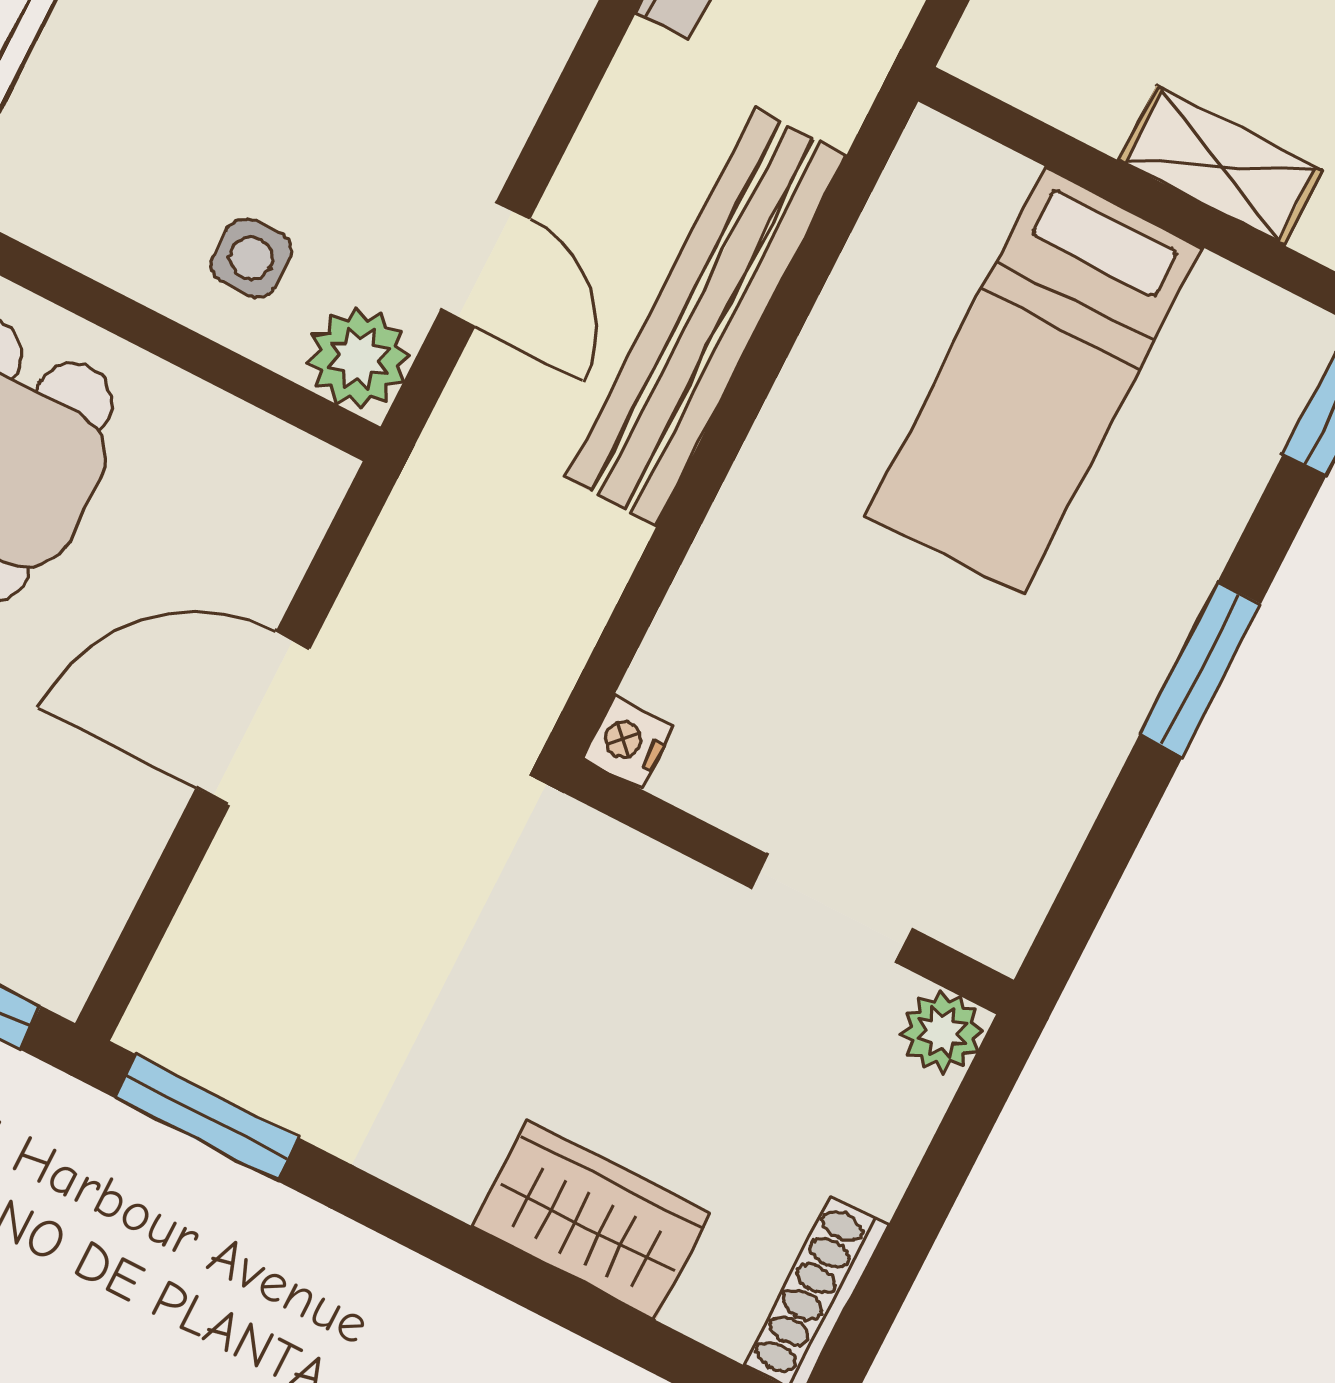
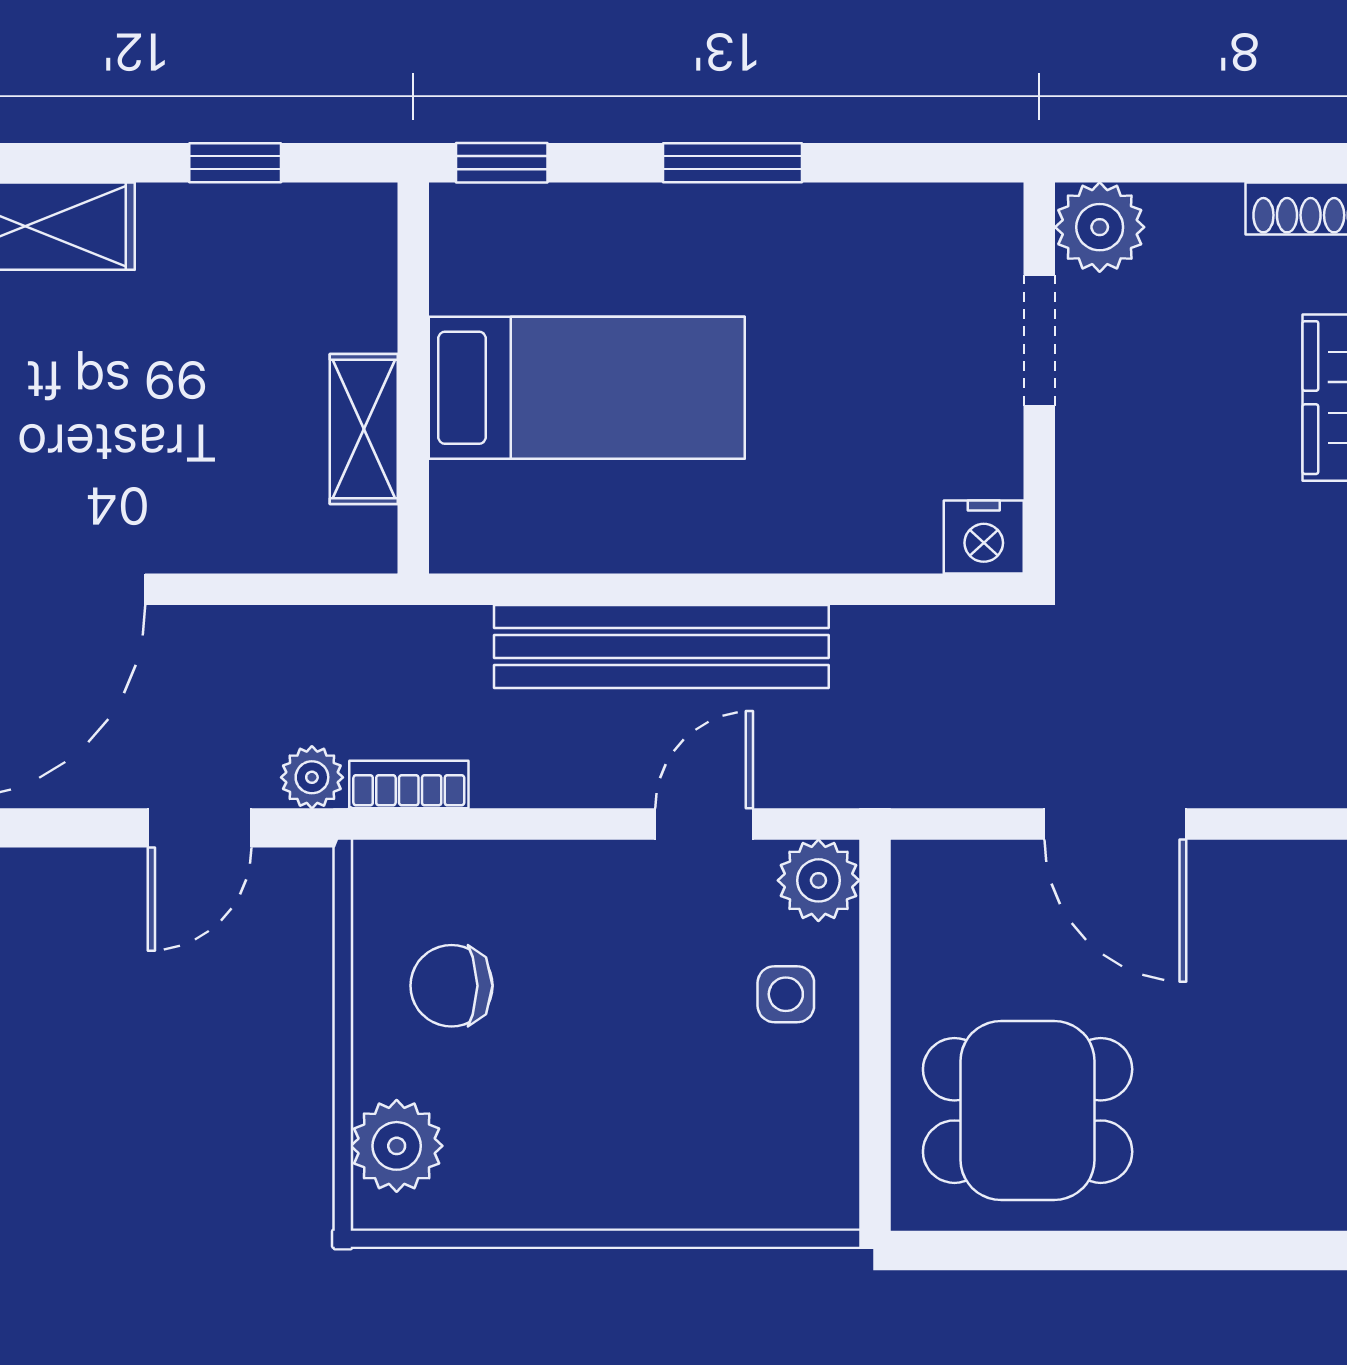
shelving: (1221, 166) -> (364, 429), moved
nightstand: (628, 742) -> (984, 537), width x1.39, depth x1.35
plant: (942, 1032) -> (1100, 227), width x1.38, depth x1.38

